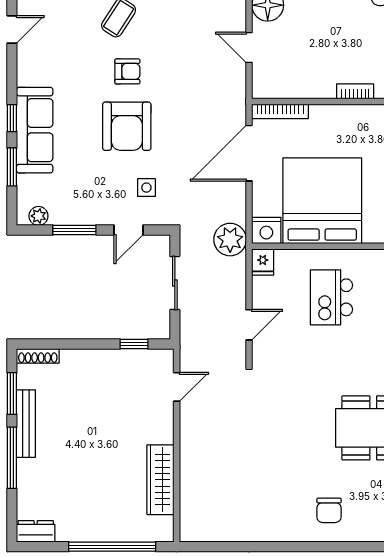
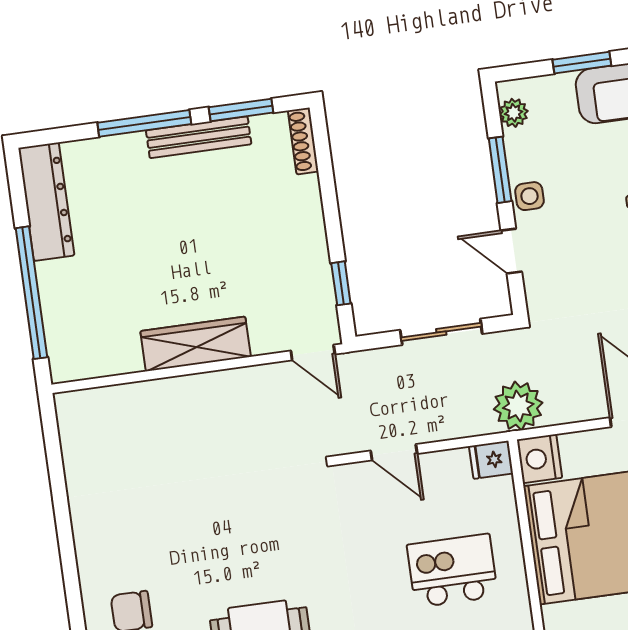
side table: (146, 188) -> (529, 196), moved
door: (177, 387) -> (313, 353), moved
wardrobe: (160, 480) -> (196, 344), moved
dresser: (36, 531) -> (46, 202), width x1.96, depth x1.24

